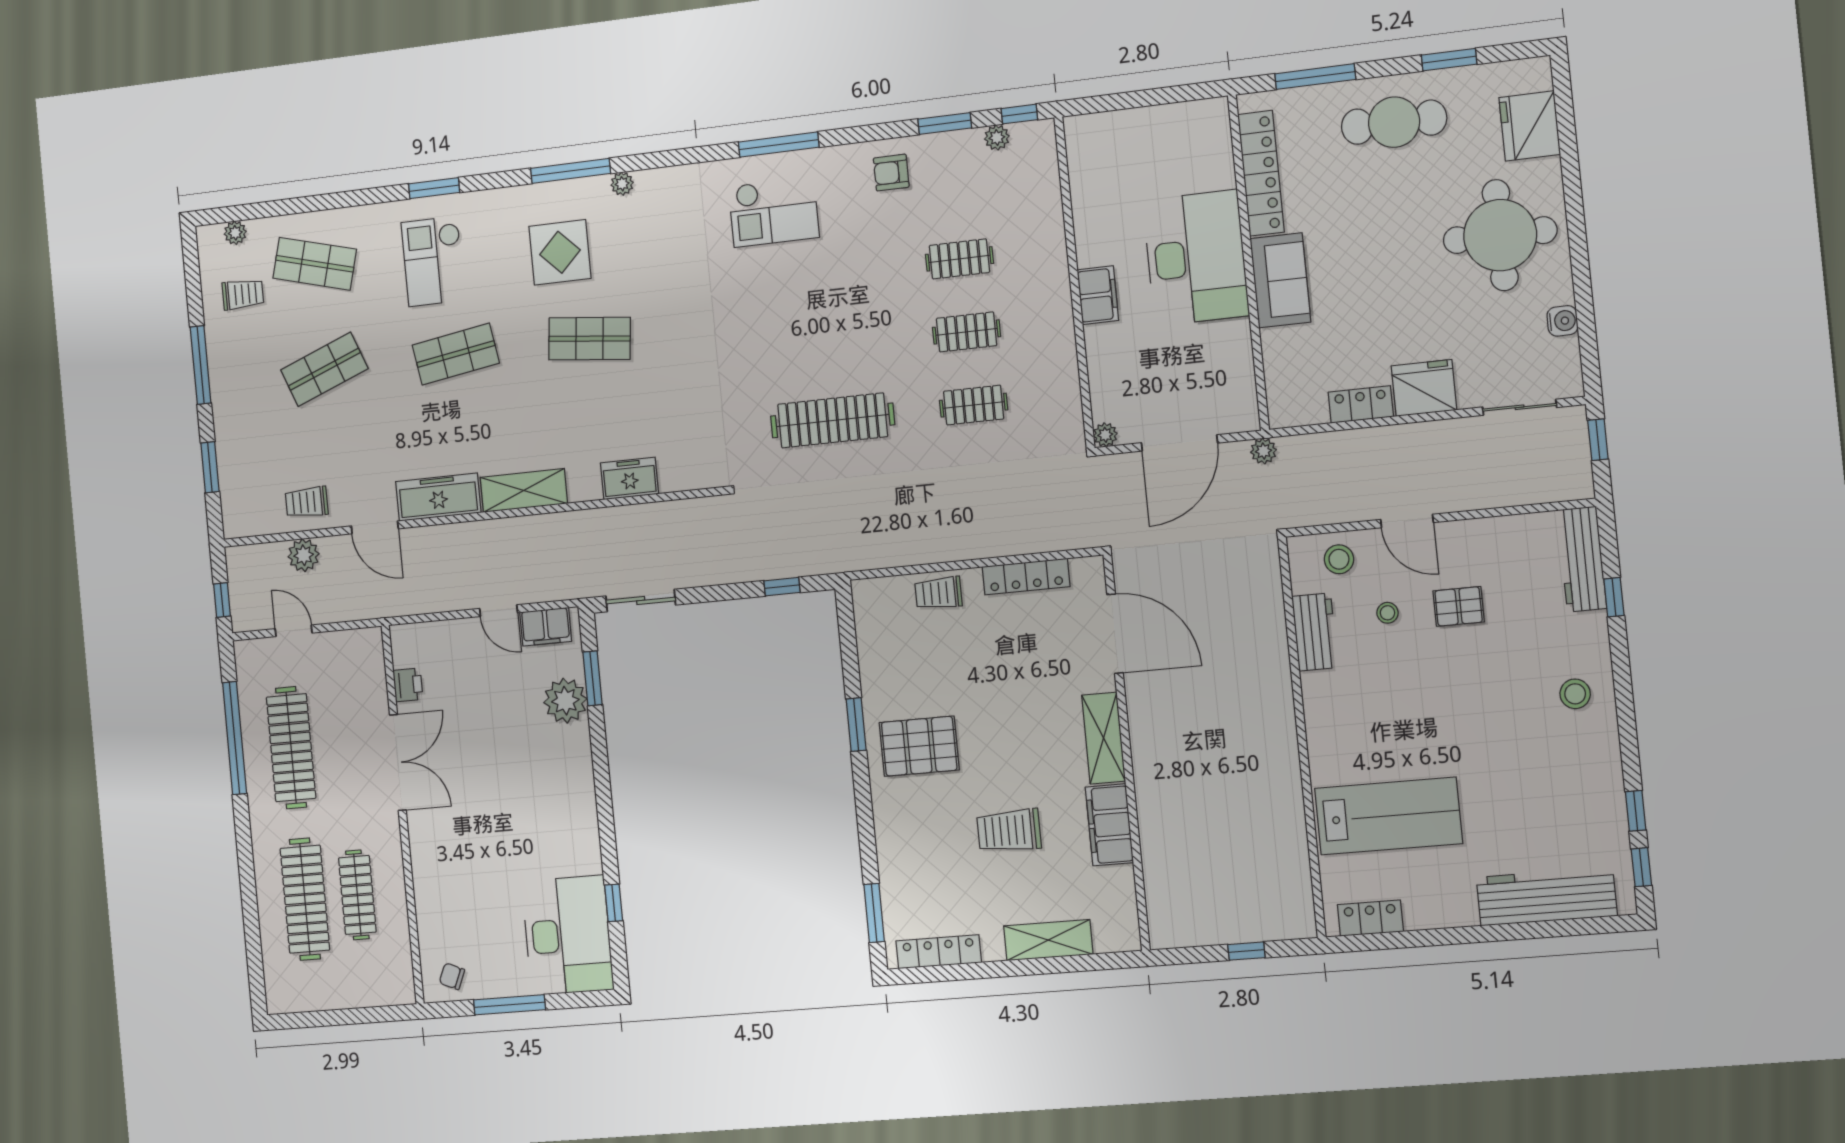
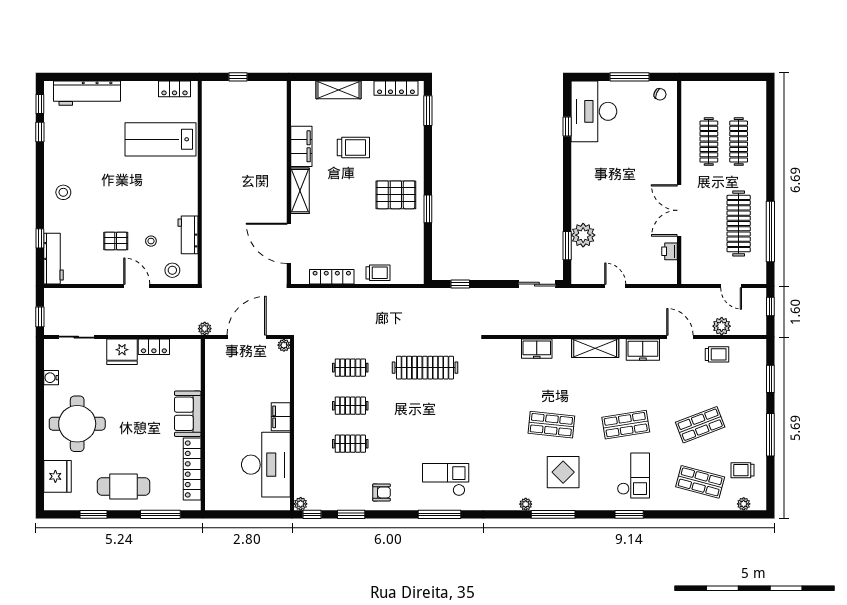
plant: (997, 138) -> (301, 504), moved
desk: (1196, 258) -> (266, 465), moved, turned 180
freezer: (438, 497) -> (643, 350), width x0.71
filing cabinet: (546, 627) -> (590, 275), removed
clothes rail: (305, 899) -> (739, 142), width x0.73, depth x0.76

